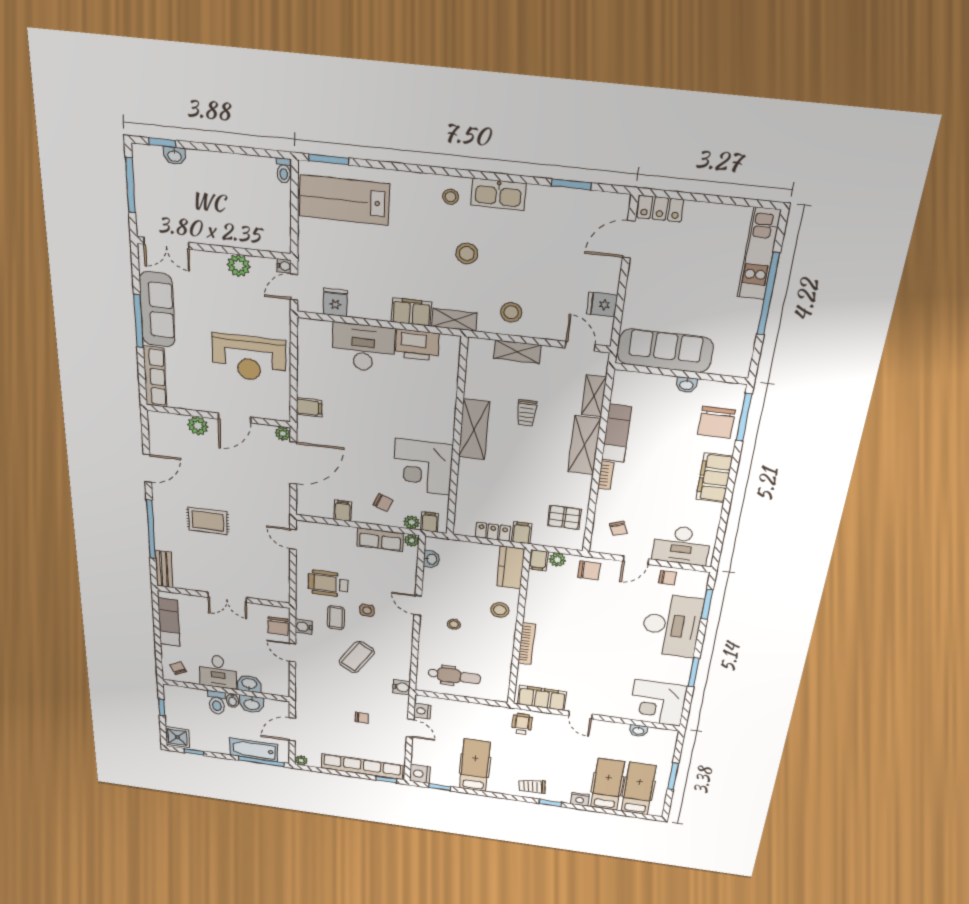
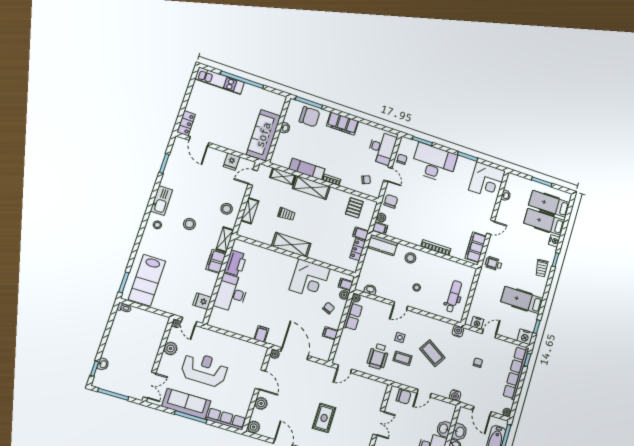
reception desk: (249, 358) -> (204, 369), moved, turned -90
plant: (157, 421) -> (254, 427), added
water cooler: (304, 627) -> (455, 395), moved

